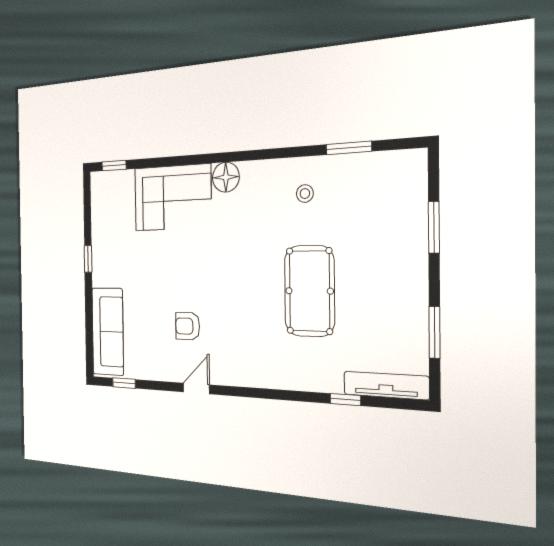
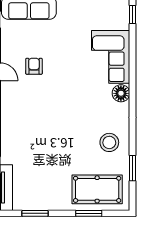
stool: (305, 194) -> (109, 142), width x1.89, depth x1.89
pool table: (309, 291) -> (97, 189), moved

